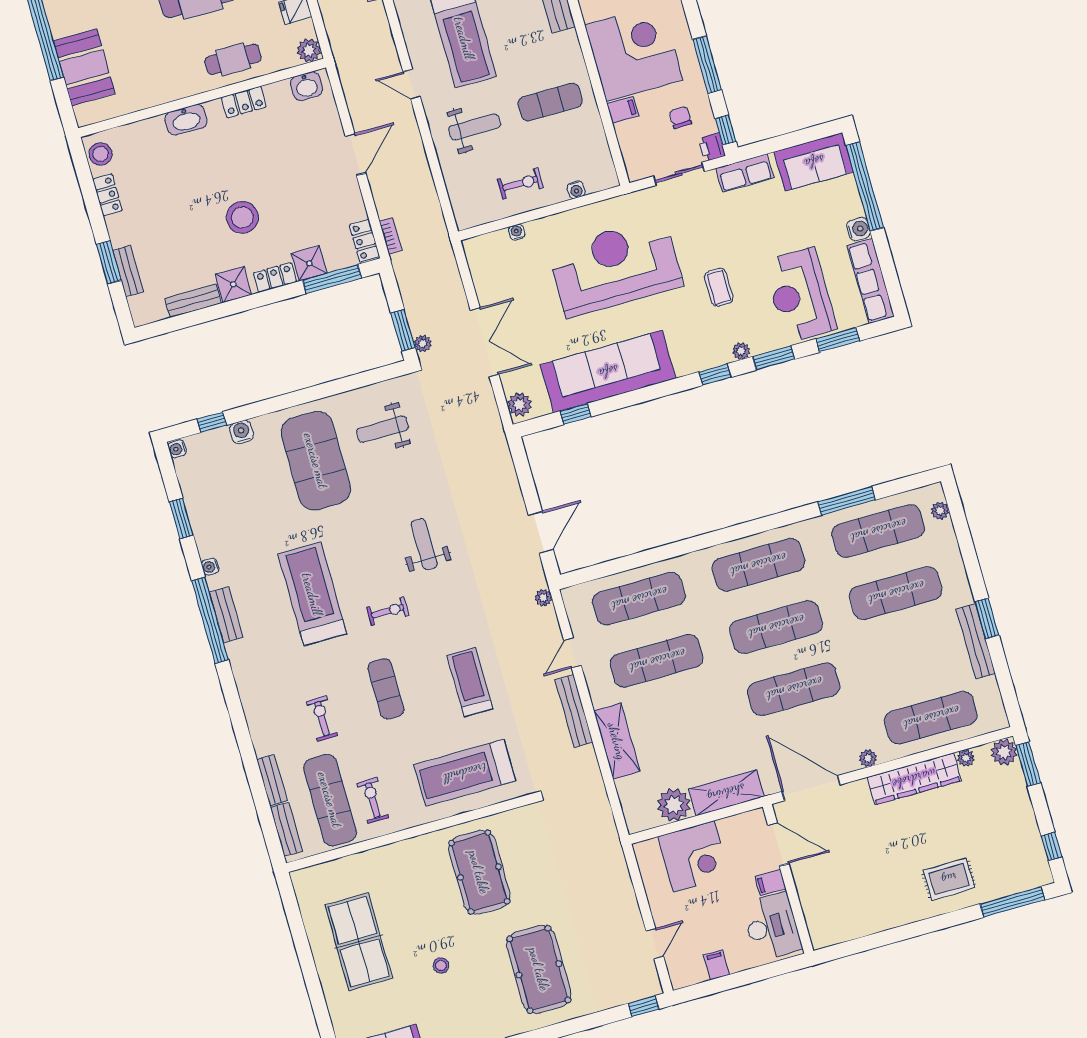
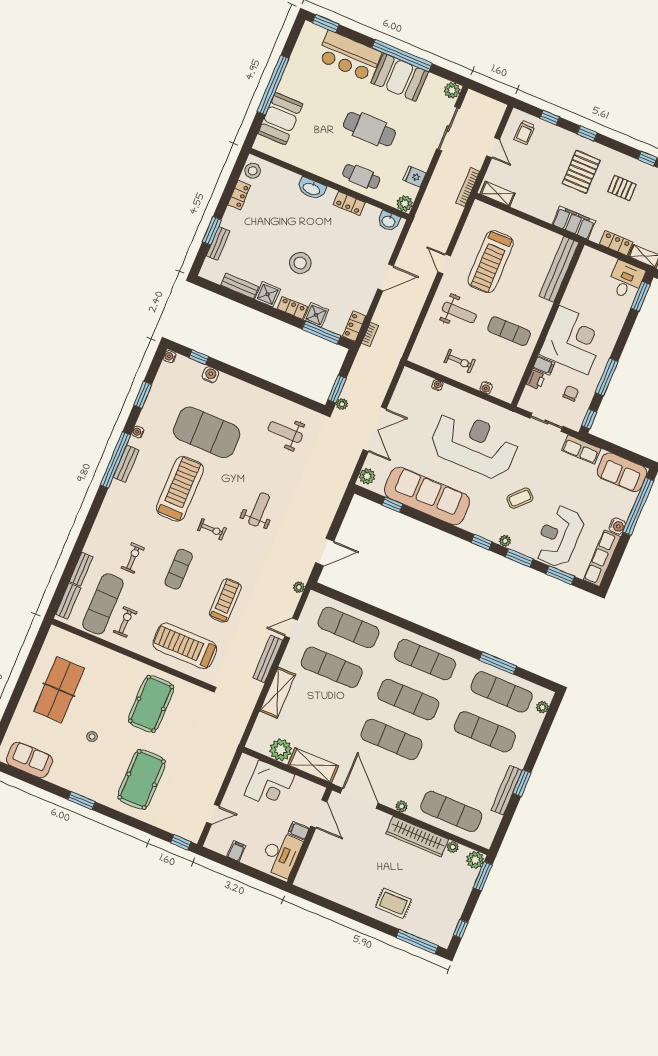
printer: (712, 147) -> (536, 380), moved, turned 180
coffee table: (719, 287) -> (520, 498), turned 44
exercise mat: (316, 461) -> (207, 432), moved, turned 90

